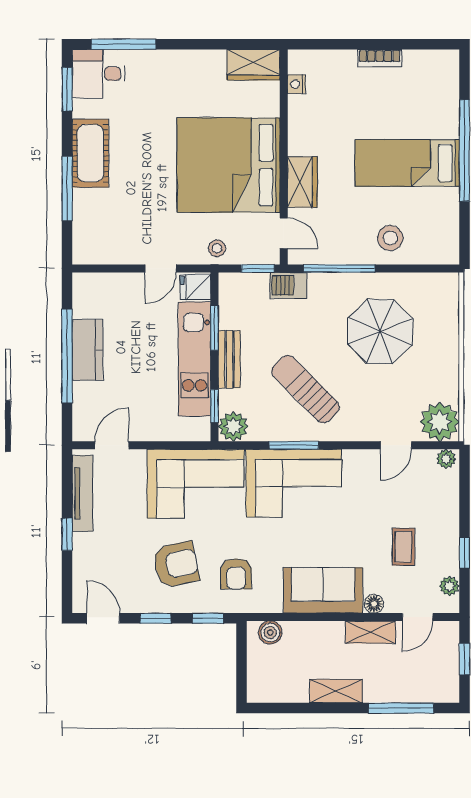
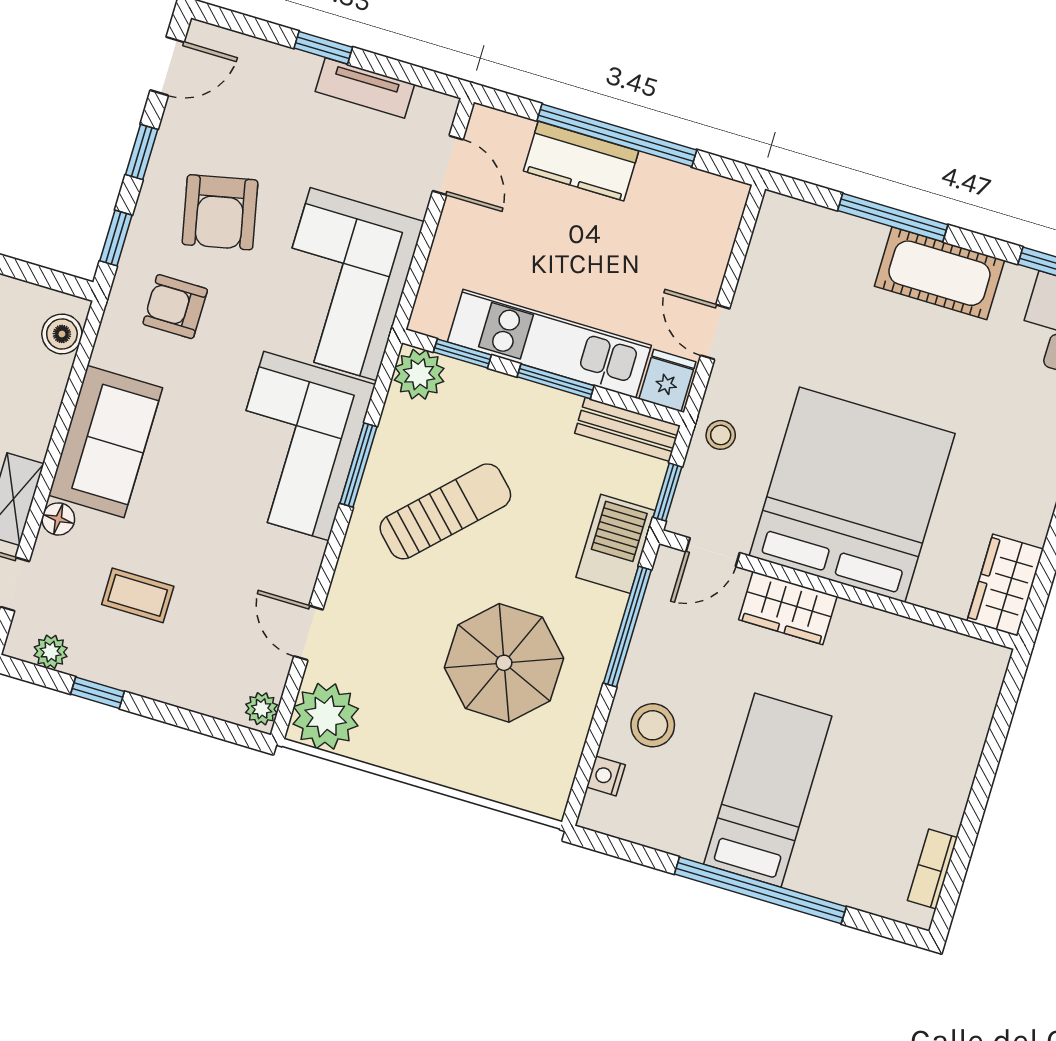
bookcase: (380, 58) -> (932, 869), moved
nightstand: (297, 84) -> (606, 776), moved, turned -90
barbecue: (288, 285) -> (616, 544), width x1.38, depth x1.27
window: (214, 328) -> (556, 381), moved
kitchen counter: (87, 350) -> (581, 161), moved
bench: (229, 359) -> (628, 429), moved
tv unit: (83, 493) -> (365, 88), width x0.71

